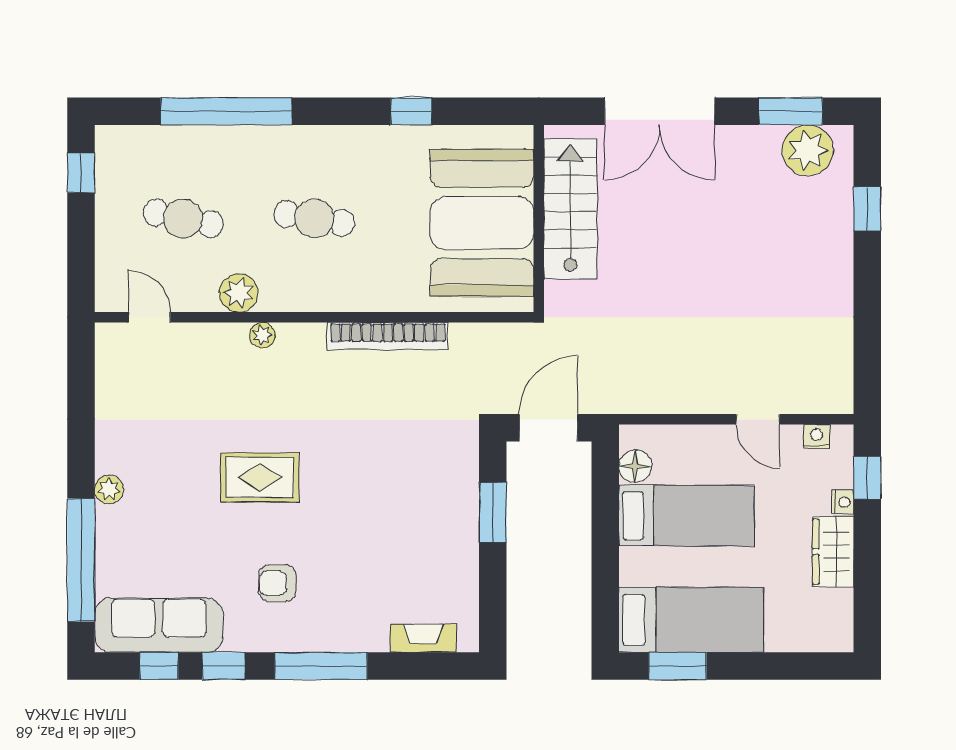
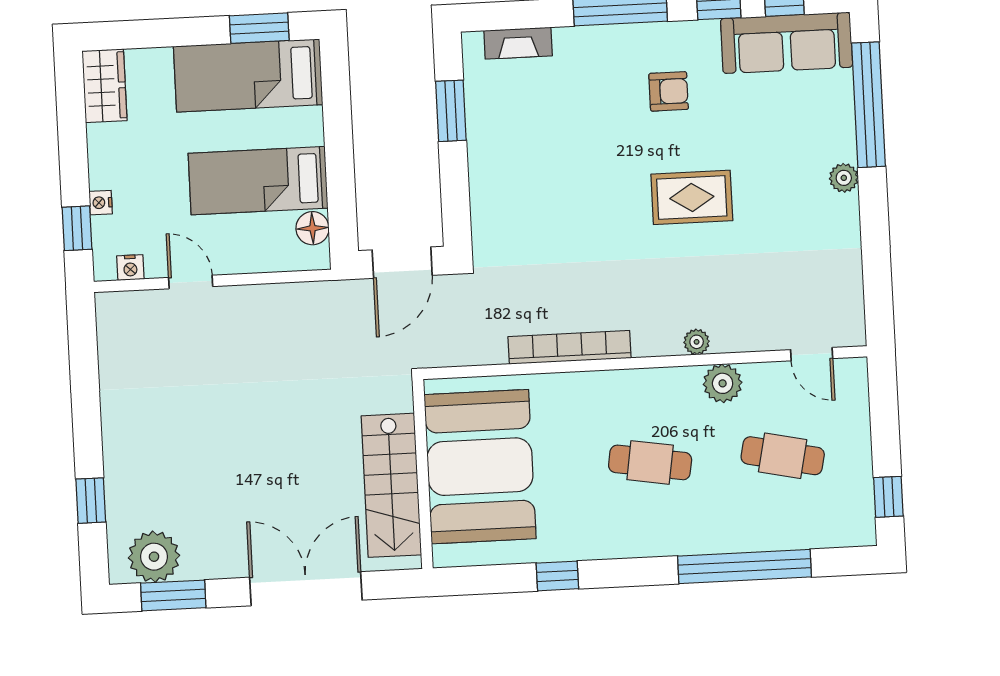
window: (493, 512) -> (451, 111), moved
wardrobe: (833, 552) -> (104, 86), moved

